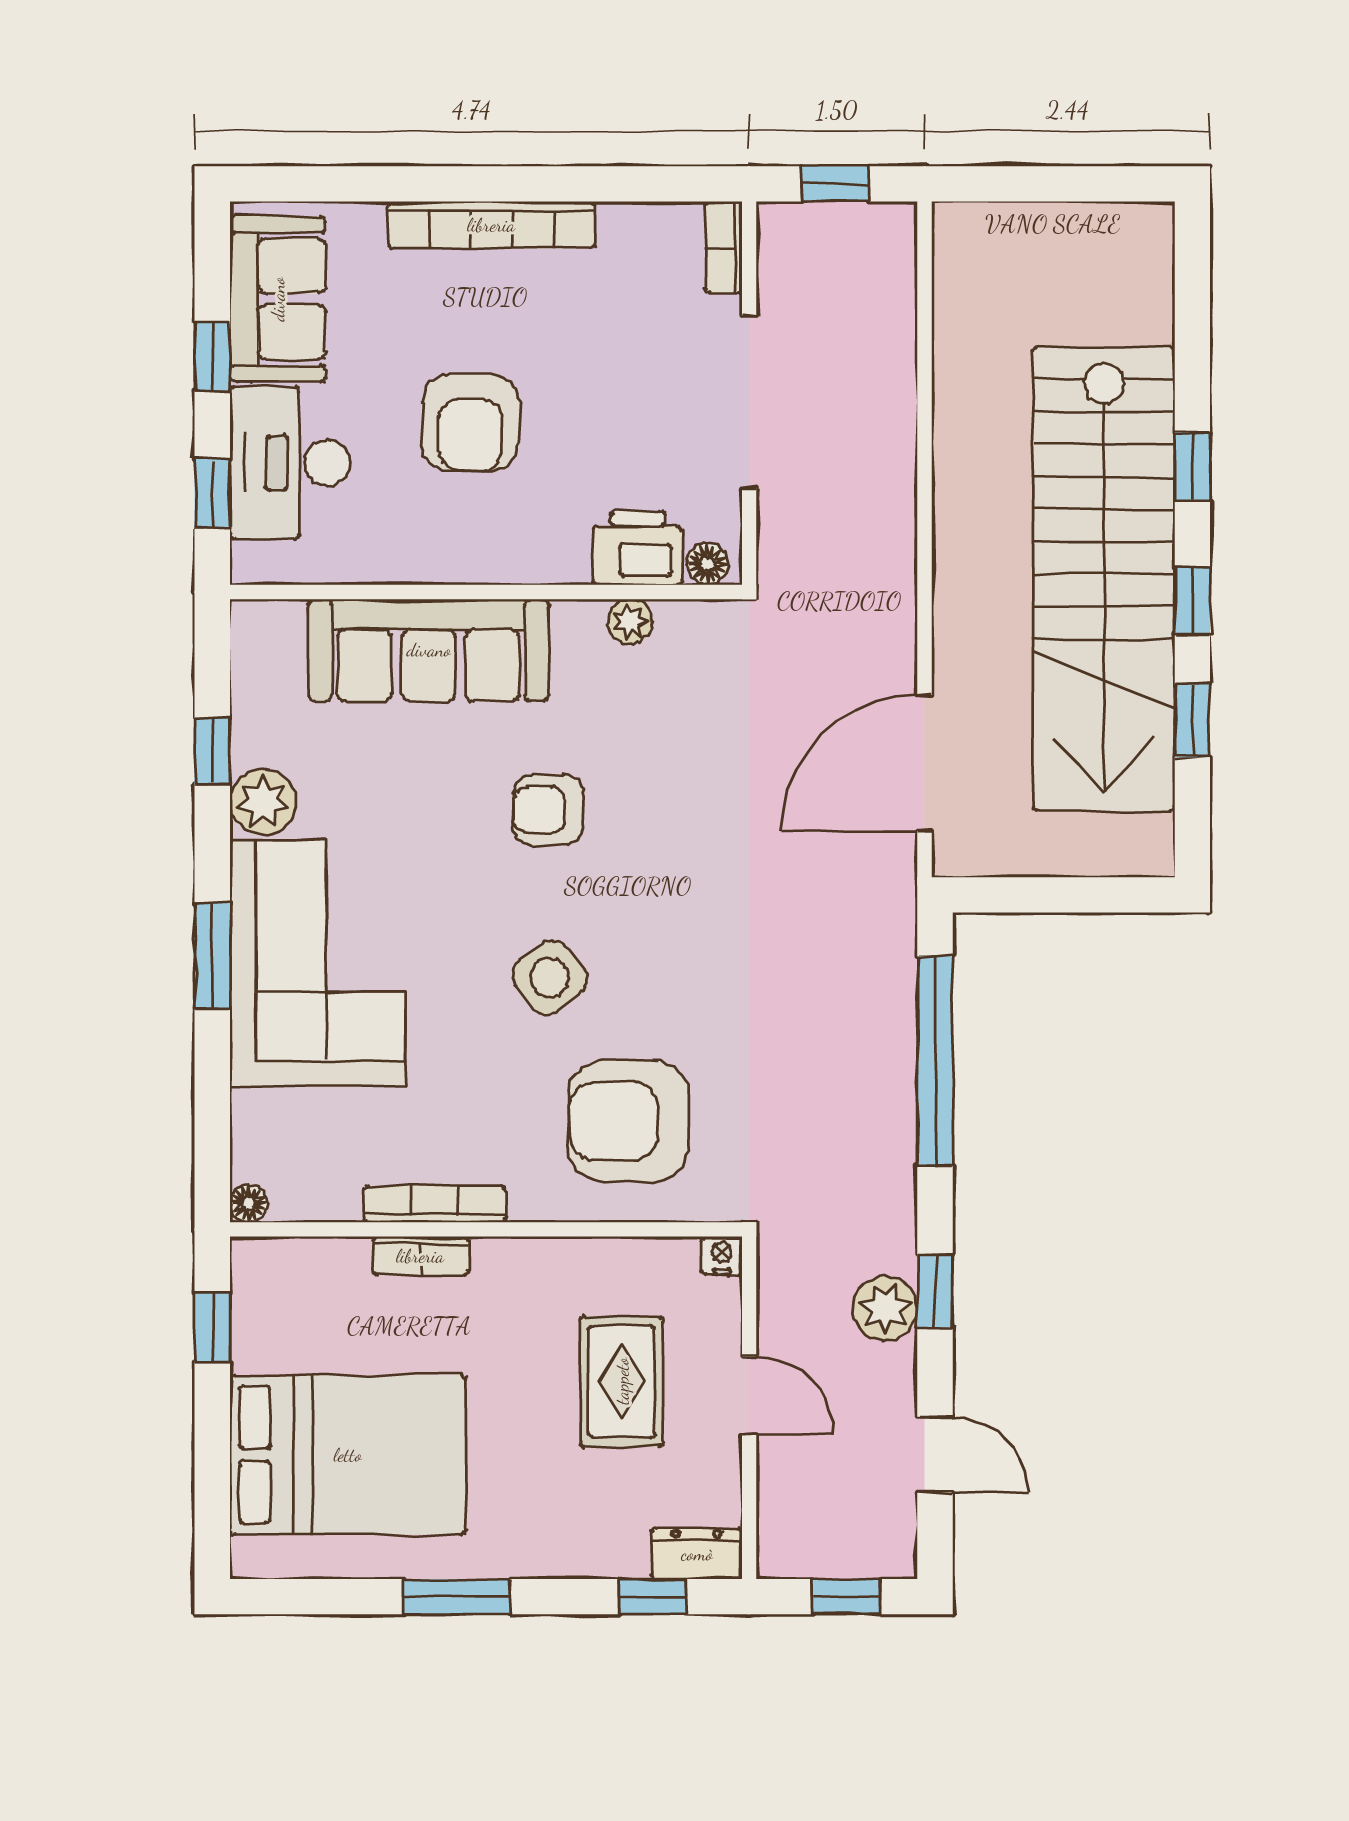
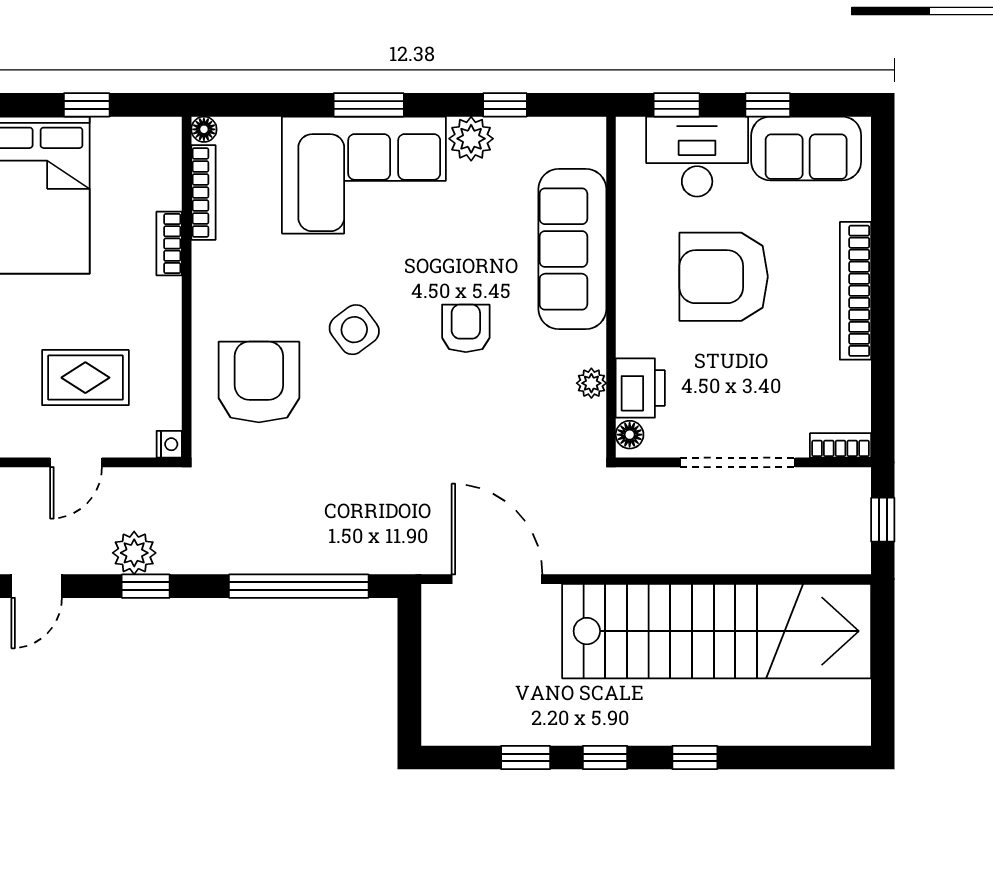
armchair: (470, 423) -> (724, 277), width x1.36, depth x1.36
stairs: (1104, 579) -> (717, 631), moved, turned 180
bookcase: (435, 1204) -> (203, 192), moved
window: (212, 1327) -> (87, 105), moved

